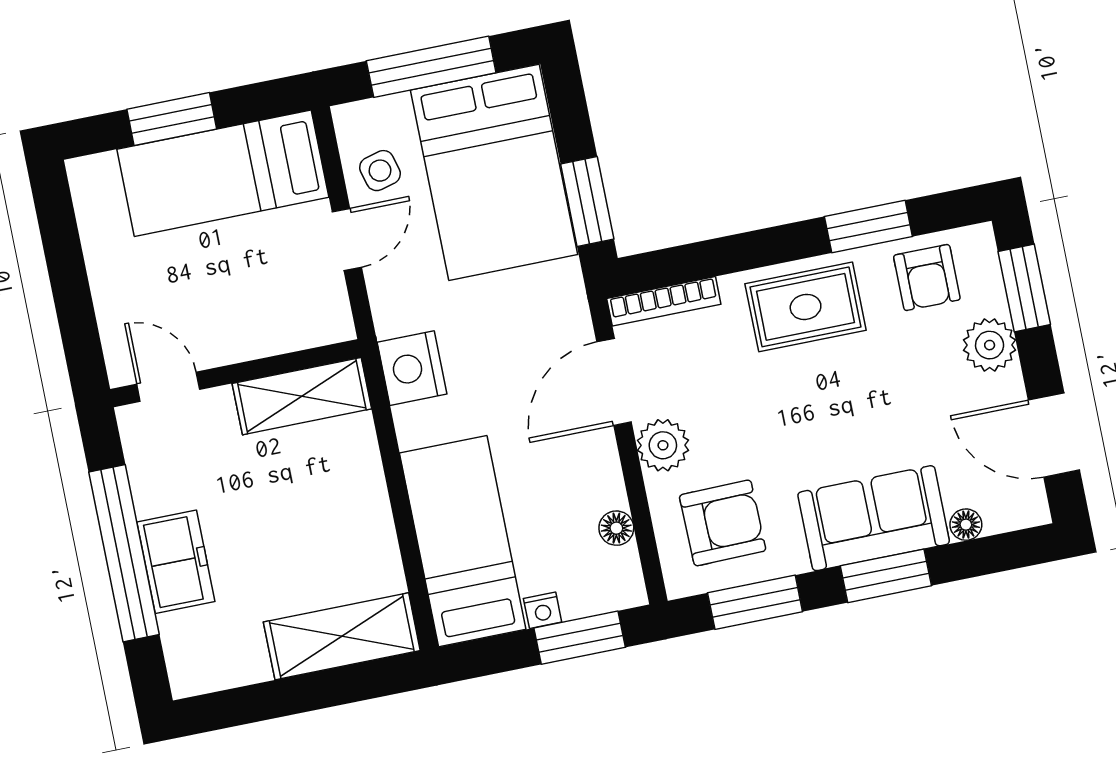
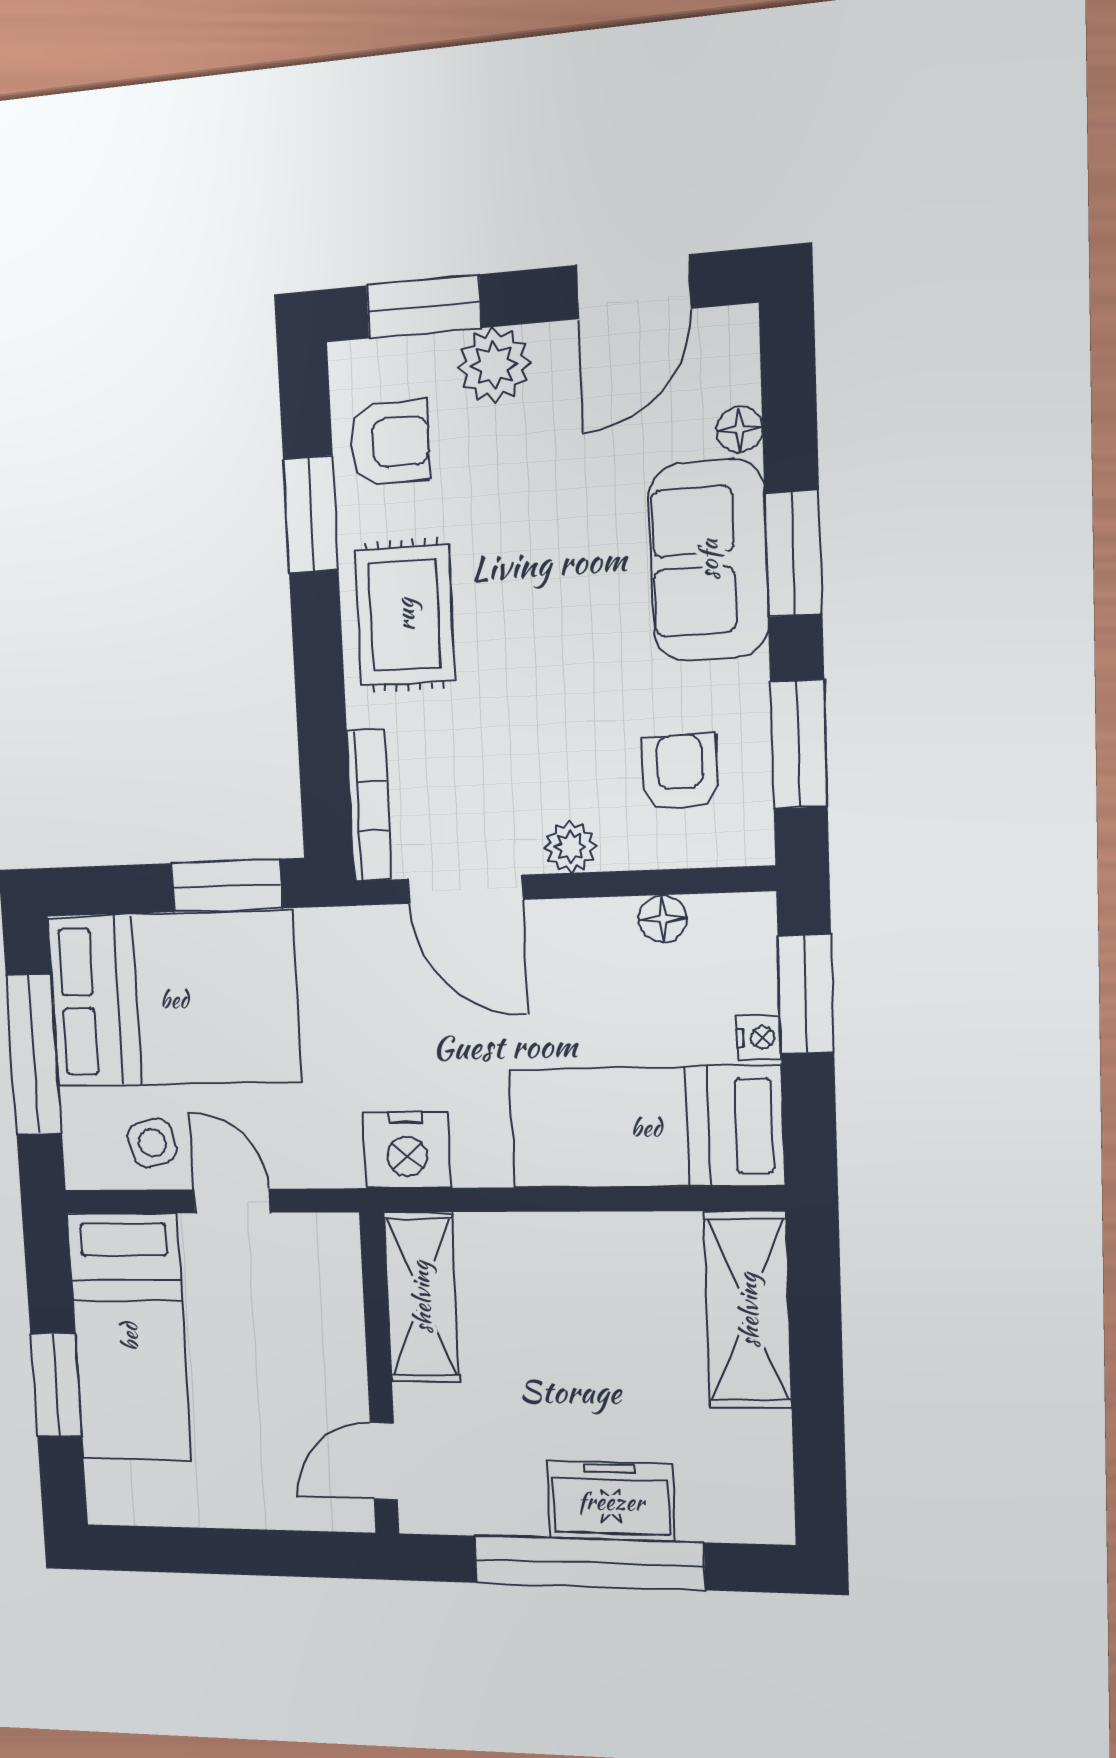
plant: (663, 445) -> (570, 847), width x0.73, depth x0.73
armchair: (723, 523) -> (680, 773), width x0.72, depth x0.72

